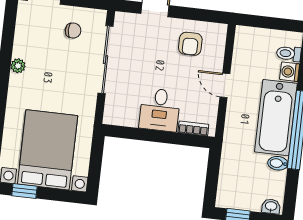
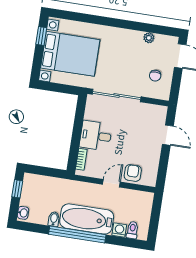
armchair: (190, 44) -> (133, 173), moved, turned 90
sliding door: (106, 60) -> (117, 95), moved
plant: (18, 66) -> (149, 38), moved

